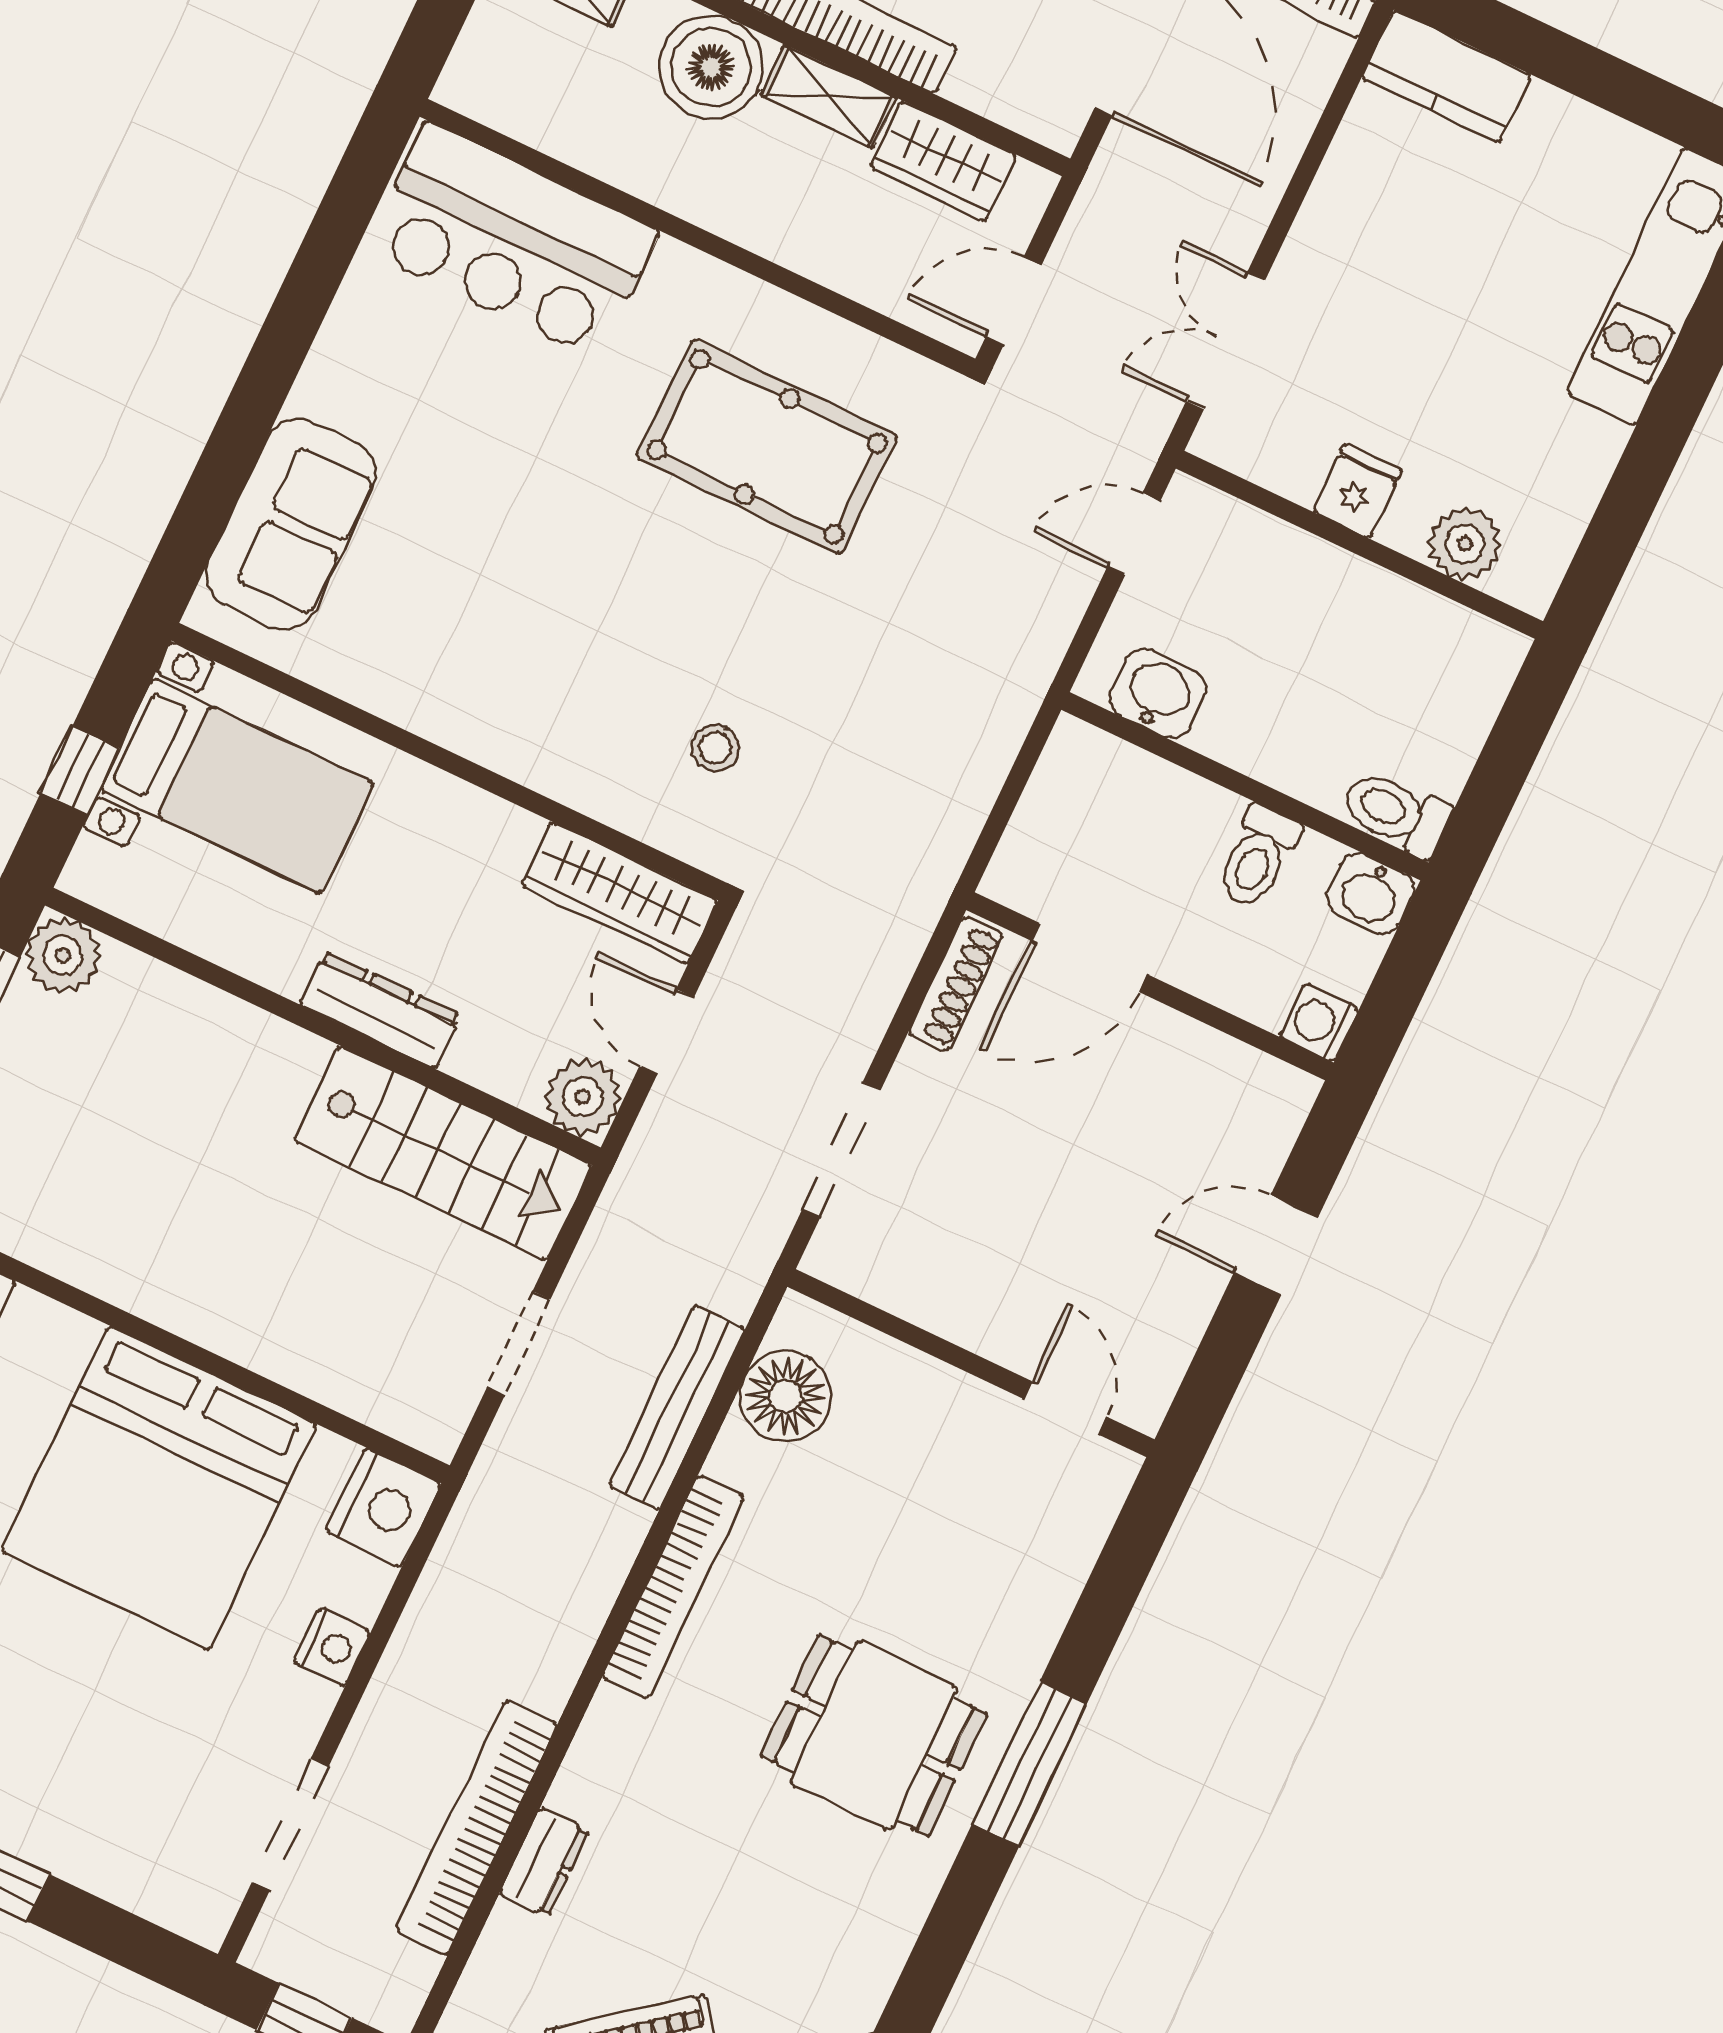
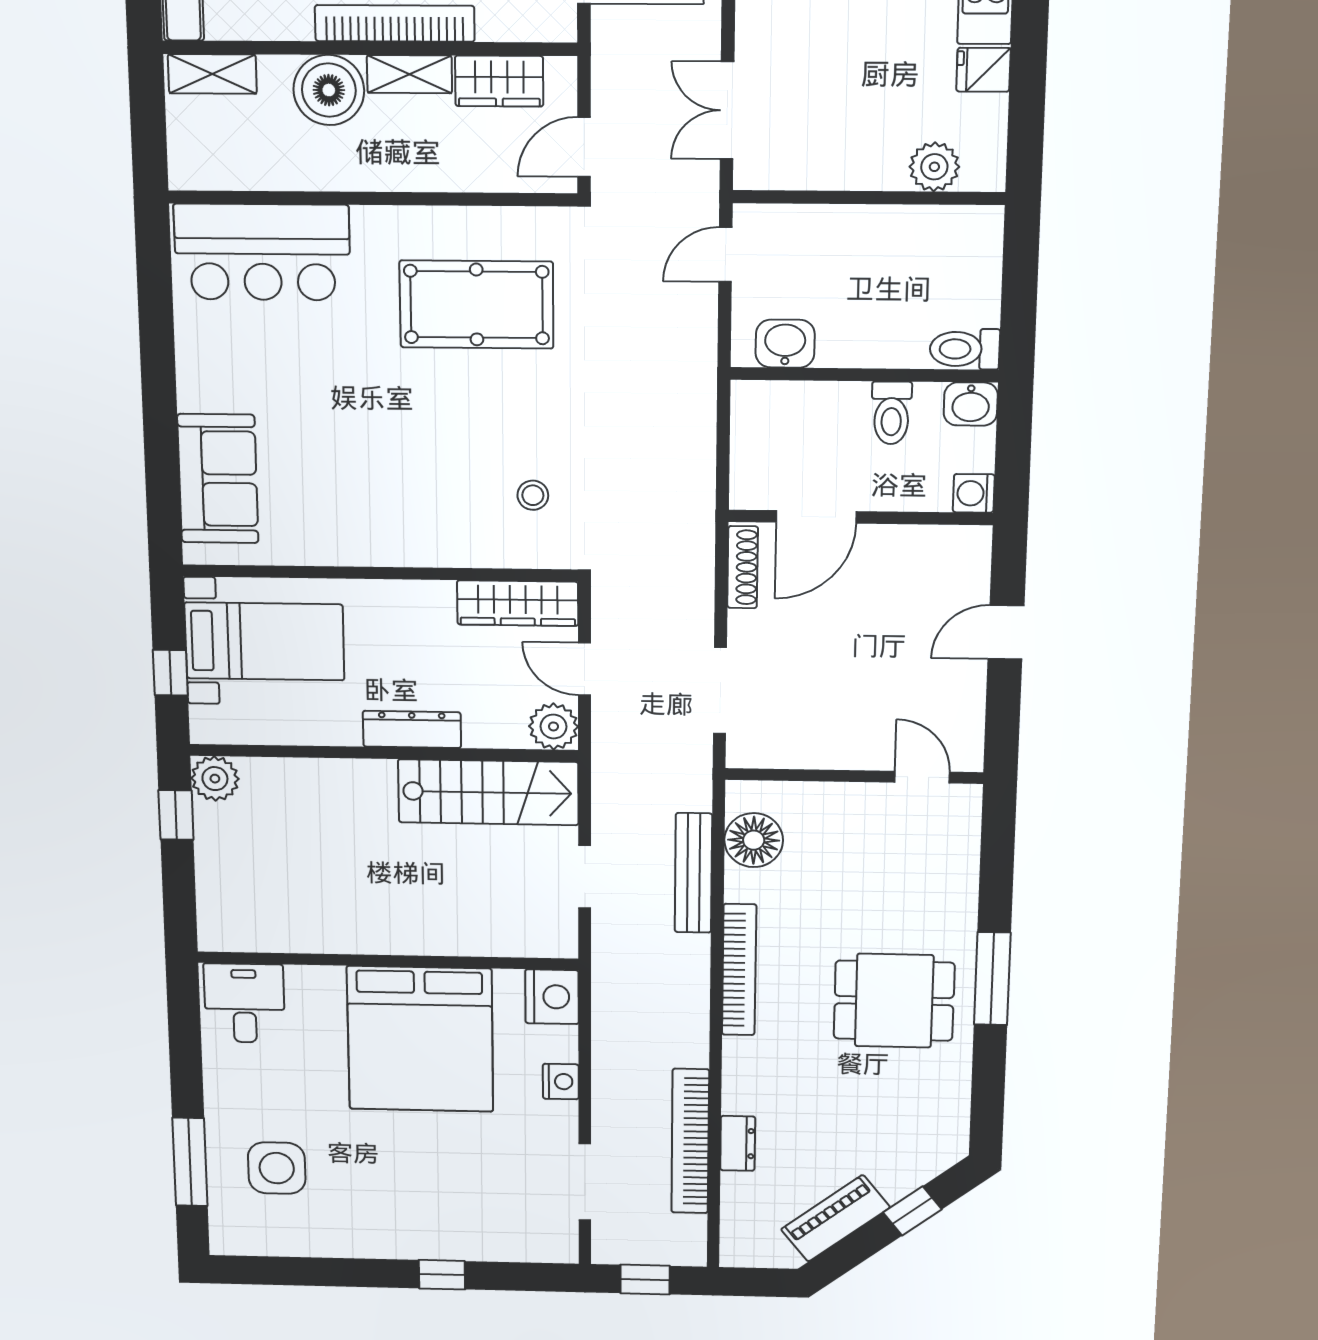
fridge: (1357, 491) -> (983, 70), moved, turned -90

